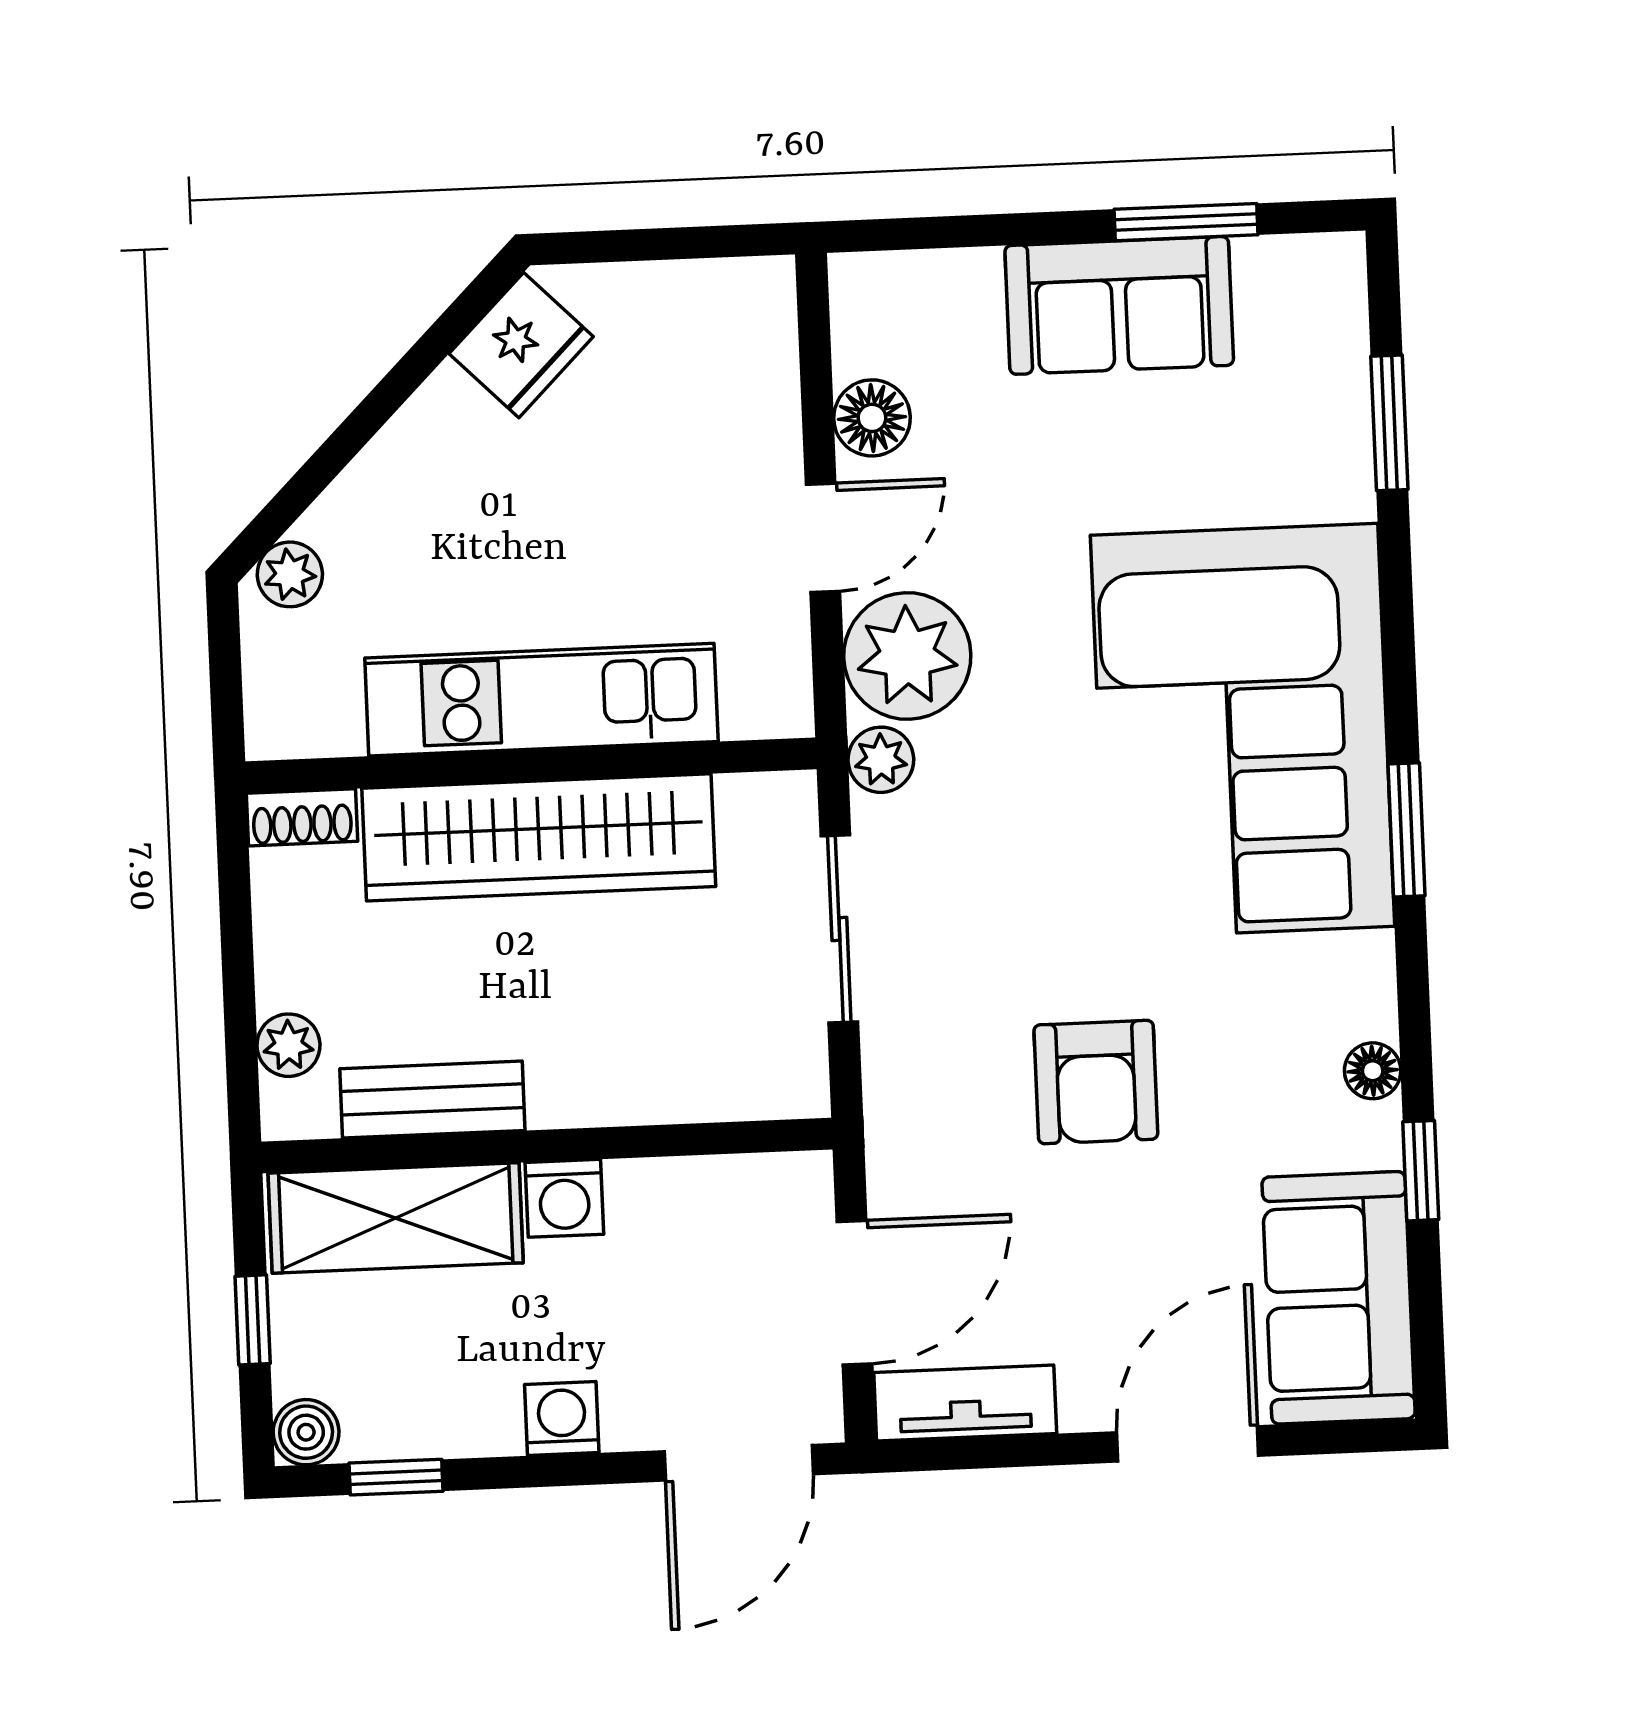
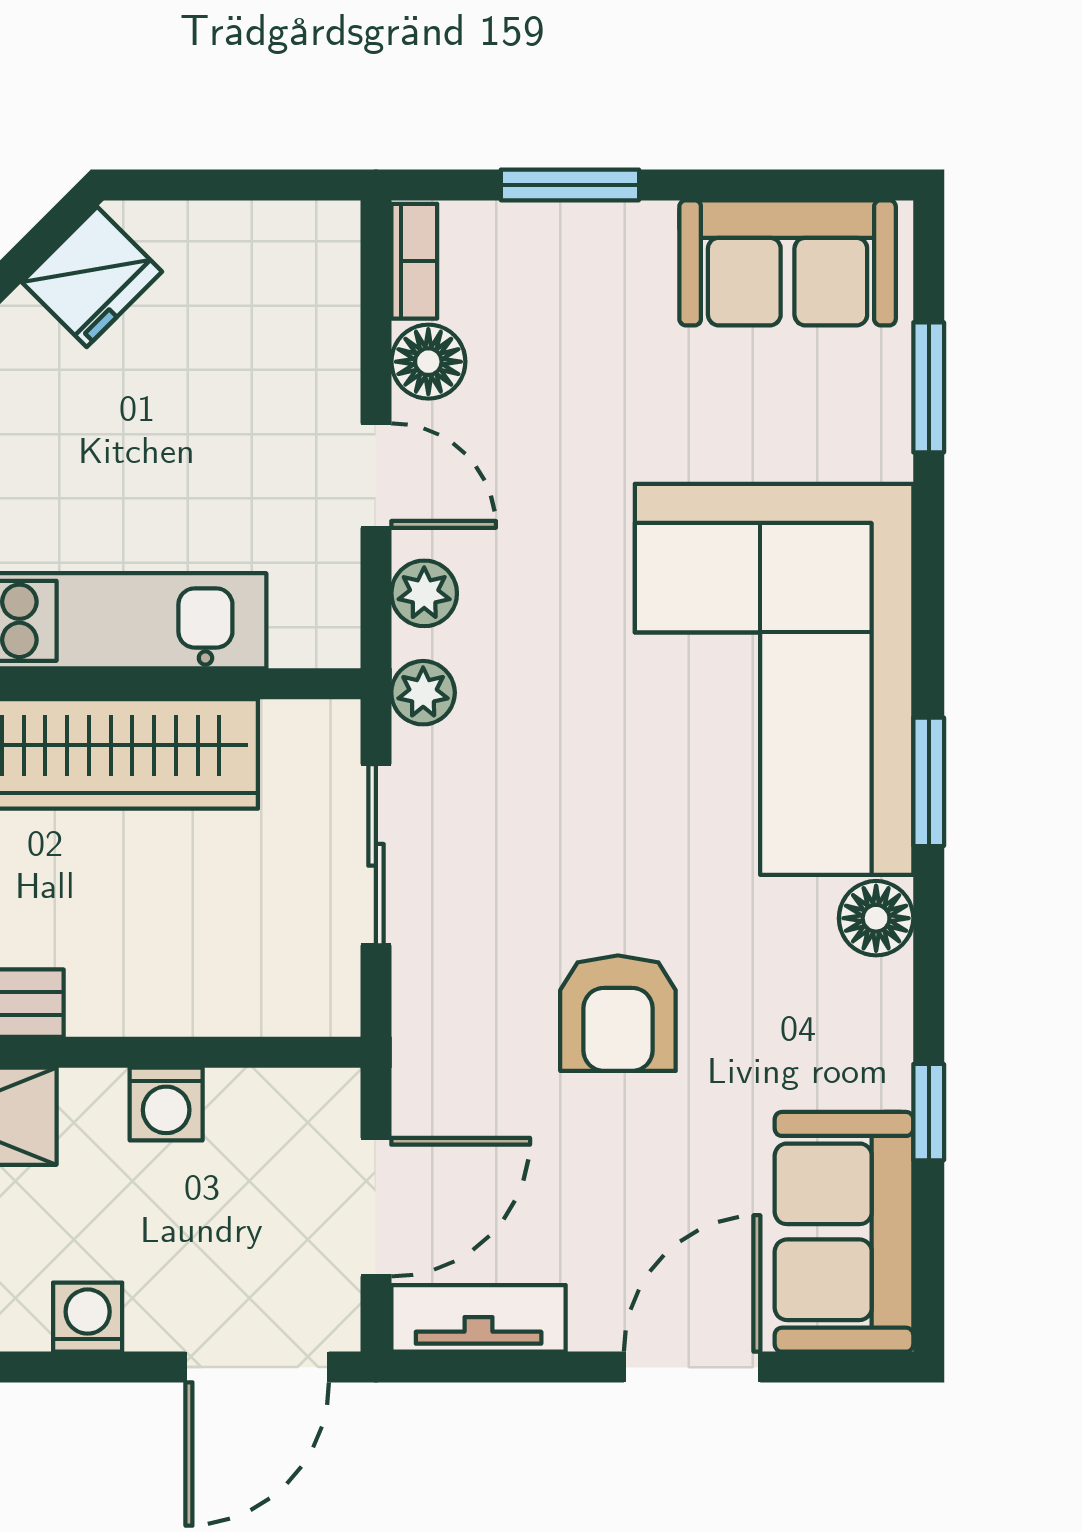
window: (1186, 222) -> (570, 185), moved
sofa: (1119, 305) -> (788, 263), moved
bookcase: (853, 315) -> (414, 261), added
door: (823, 538) -> (376, 476), hinge flipped
plant: (907, 656) -> (424, 593), width x0.53, depth x0.53
floor lamp: (1373, 1071) -> (876, 918), moved, width x1.37, depth x1.37
washing machine: (564, 1198) -> (166, 1104), moved

